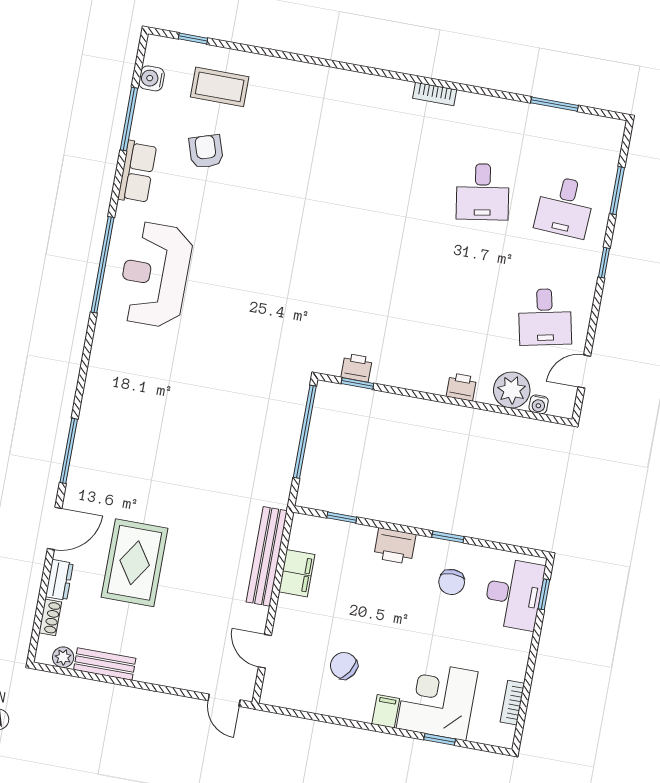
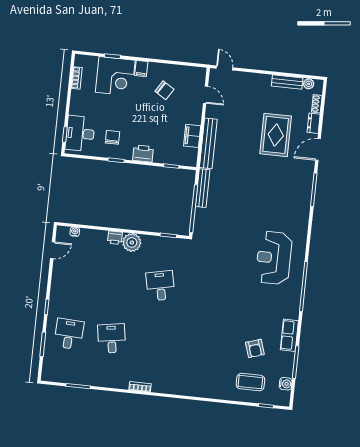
reception desk: (155, 275) -> (274, 258), moved, turned 180
desk: (545, 317) -> (160, 286), moved
printer: (357, 368) -> (169, 244), removed
plant: (512, 390) -> (132, 242), moved
bench: (284, 470) -> (203, 188), added

